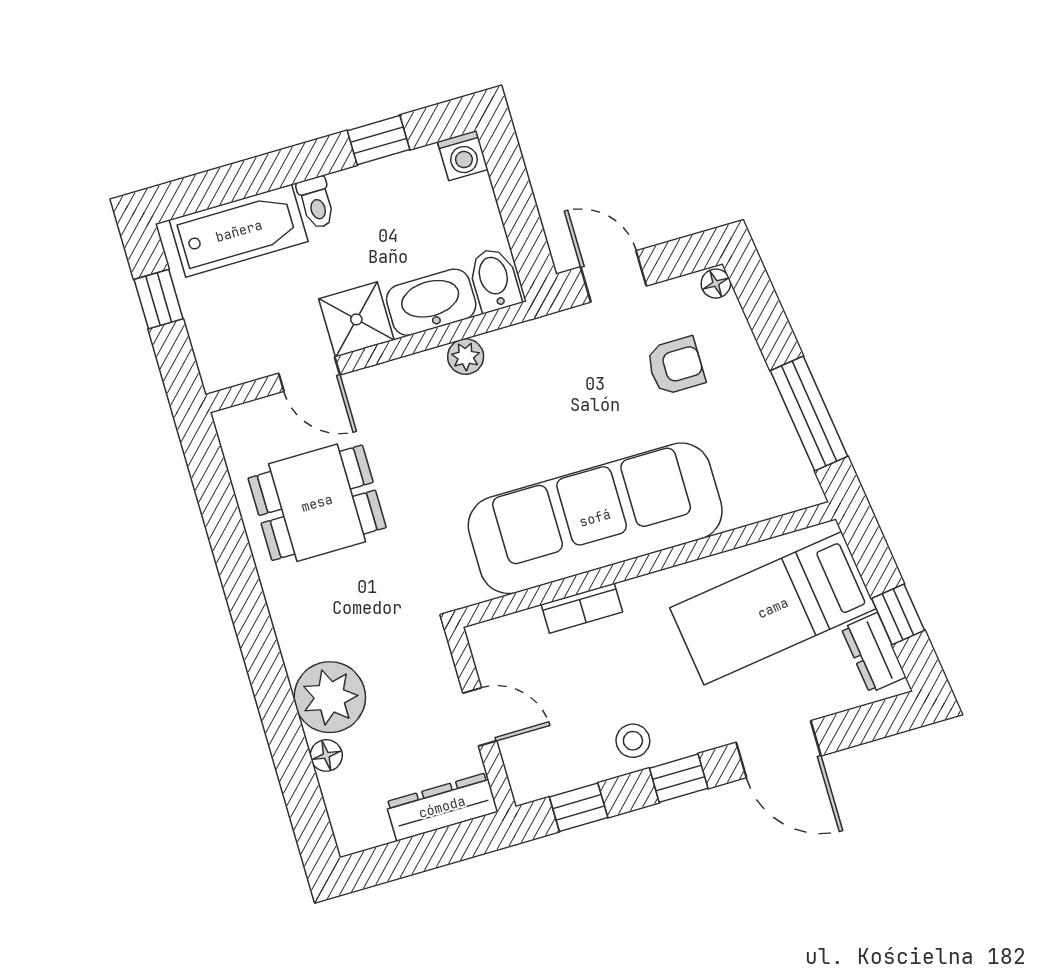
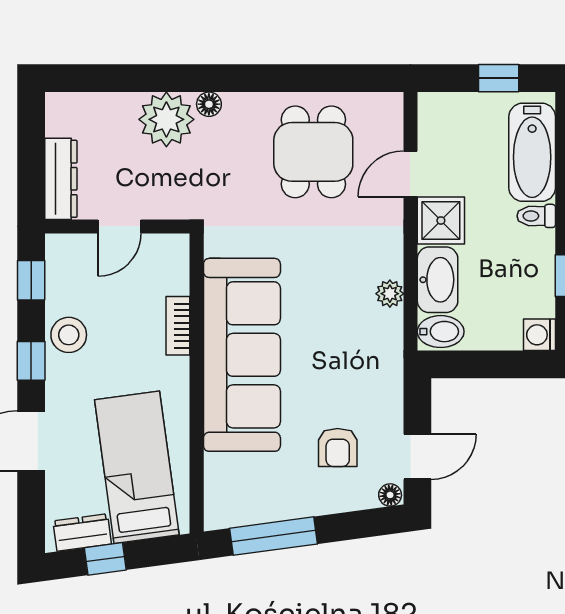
door: (613, 276) -> (417, 457), moved
stool: (633, 741) -> (69, 335), width x1.37, depth x1.37
floor lamp: (326, 755) -> (209, 104), moved

